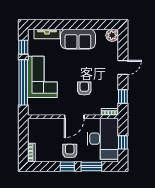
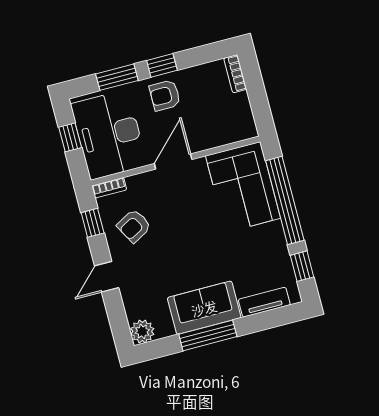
window: (80, 25) -> (208, 335), added
corner sofa: (42, 77) -> (243, 187), moved
armchair: (84, 89) -> (134, 226), moved, turned 61
armchair: (70, 151) -> (165, 95), turned 90

